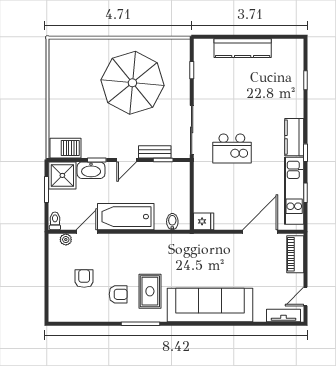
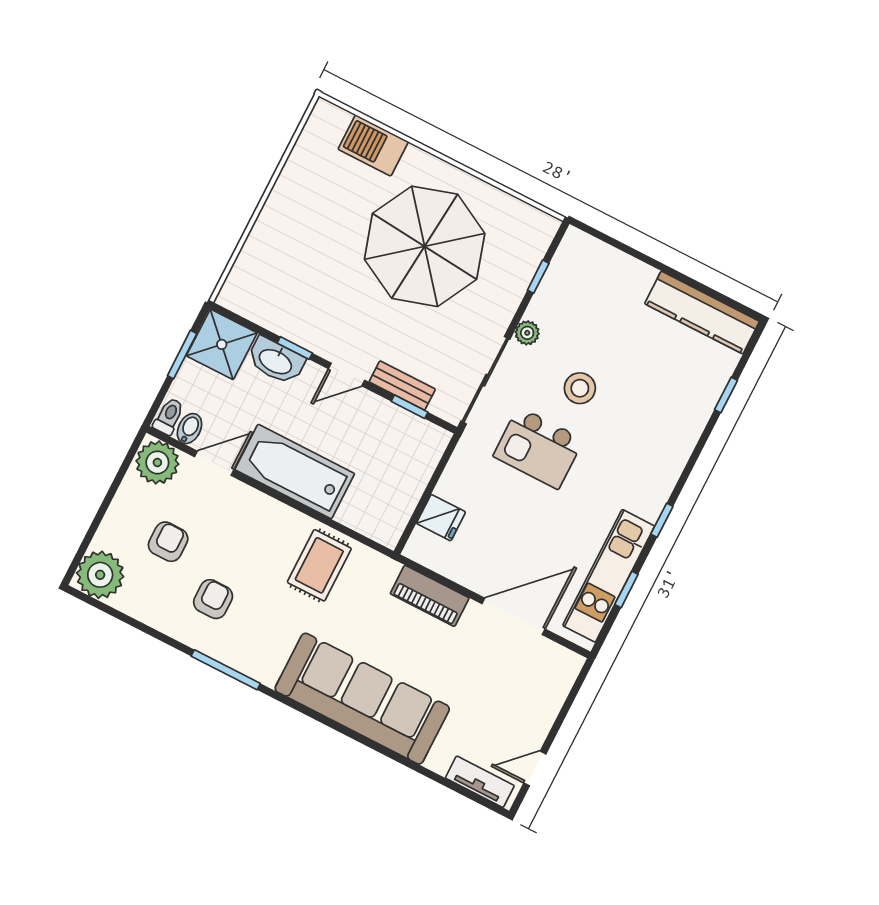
kitchen counter: (243, 48) -> (702, 313), moved
plant: (200, 98) -> (527, 333), added
stool: (237, 111) -> (580, 388), added
kitchen counter: (294, 137) -> (656, 483), removed
barbecue: (66, 148) -> (373, 145), moved, turned 180
fridge: (204, 221) -> (441, 518), moved
bidet: (172, 222) -> (189, 429), moved
plant: (66, 240) -> (157, 462), width x1.88, depth x1.88
piano: (295, 254) -> (430, 596), moved, turned -90
rug: (150, 291) -> (319, 565), moved
armchair: (118, 294) -> (213, 599), turned -90
plant: (61, 310) -> (100, 575), added

